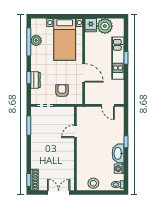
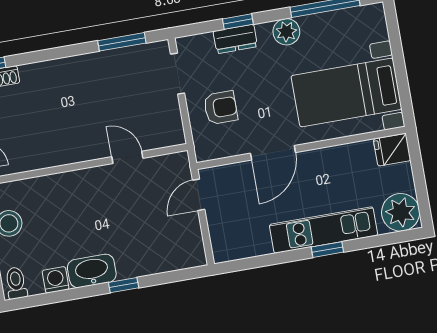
plant: (105, 26) -> (401, 212), moved
plant: (36, 40) -> (286, 32), moved
door: (108, 105) -> (199, 195), moved

